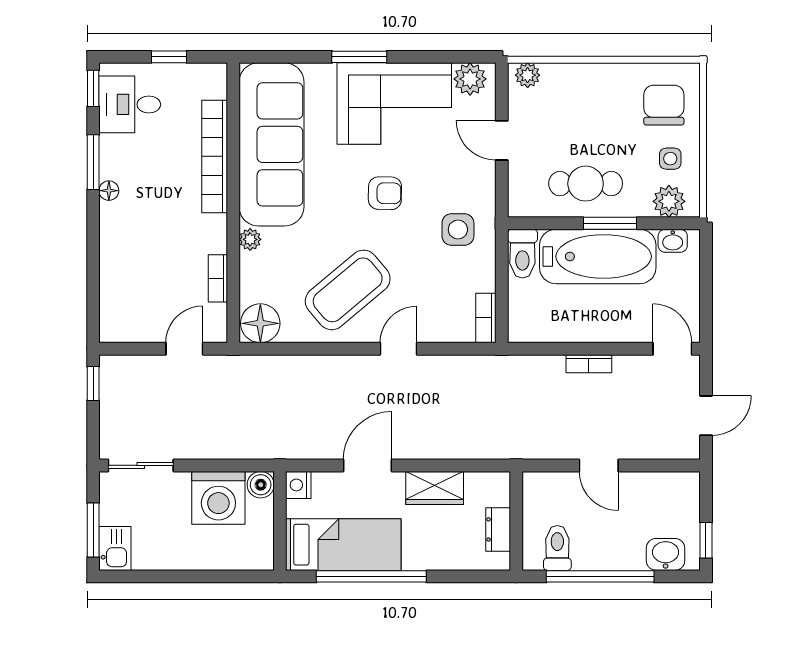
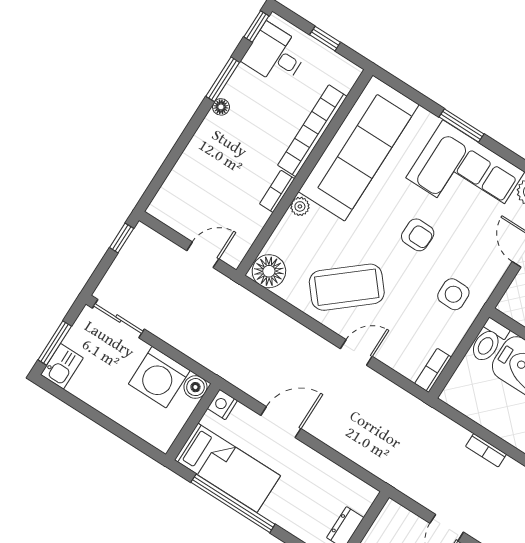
bookcase: (218, 278) -> (277, 191), moved
wardrobe: (435, 488) -> (319, 469), removed

